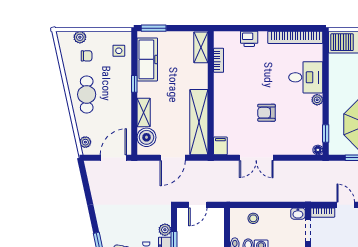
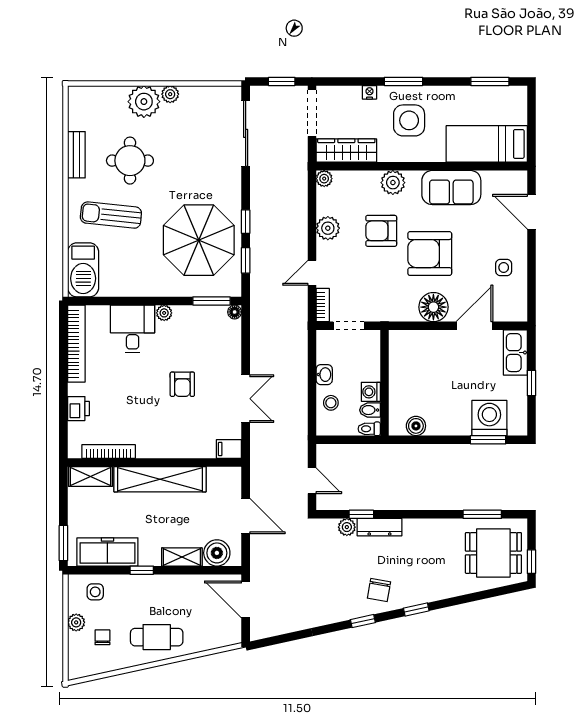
plant: (80, 37) -> (76, 622), moved
bookcase: (219, 60) -> (109, 452), width x1.56
shelving: (199, 122) -> (160, 479), moved
window: (326, 133) -> (212, 301), width x1.50
plant: (85, 142) -> (224, 639), removed
washbasin: (298, 214) -> (324, 375), moved

